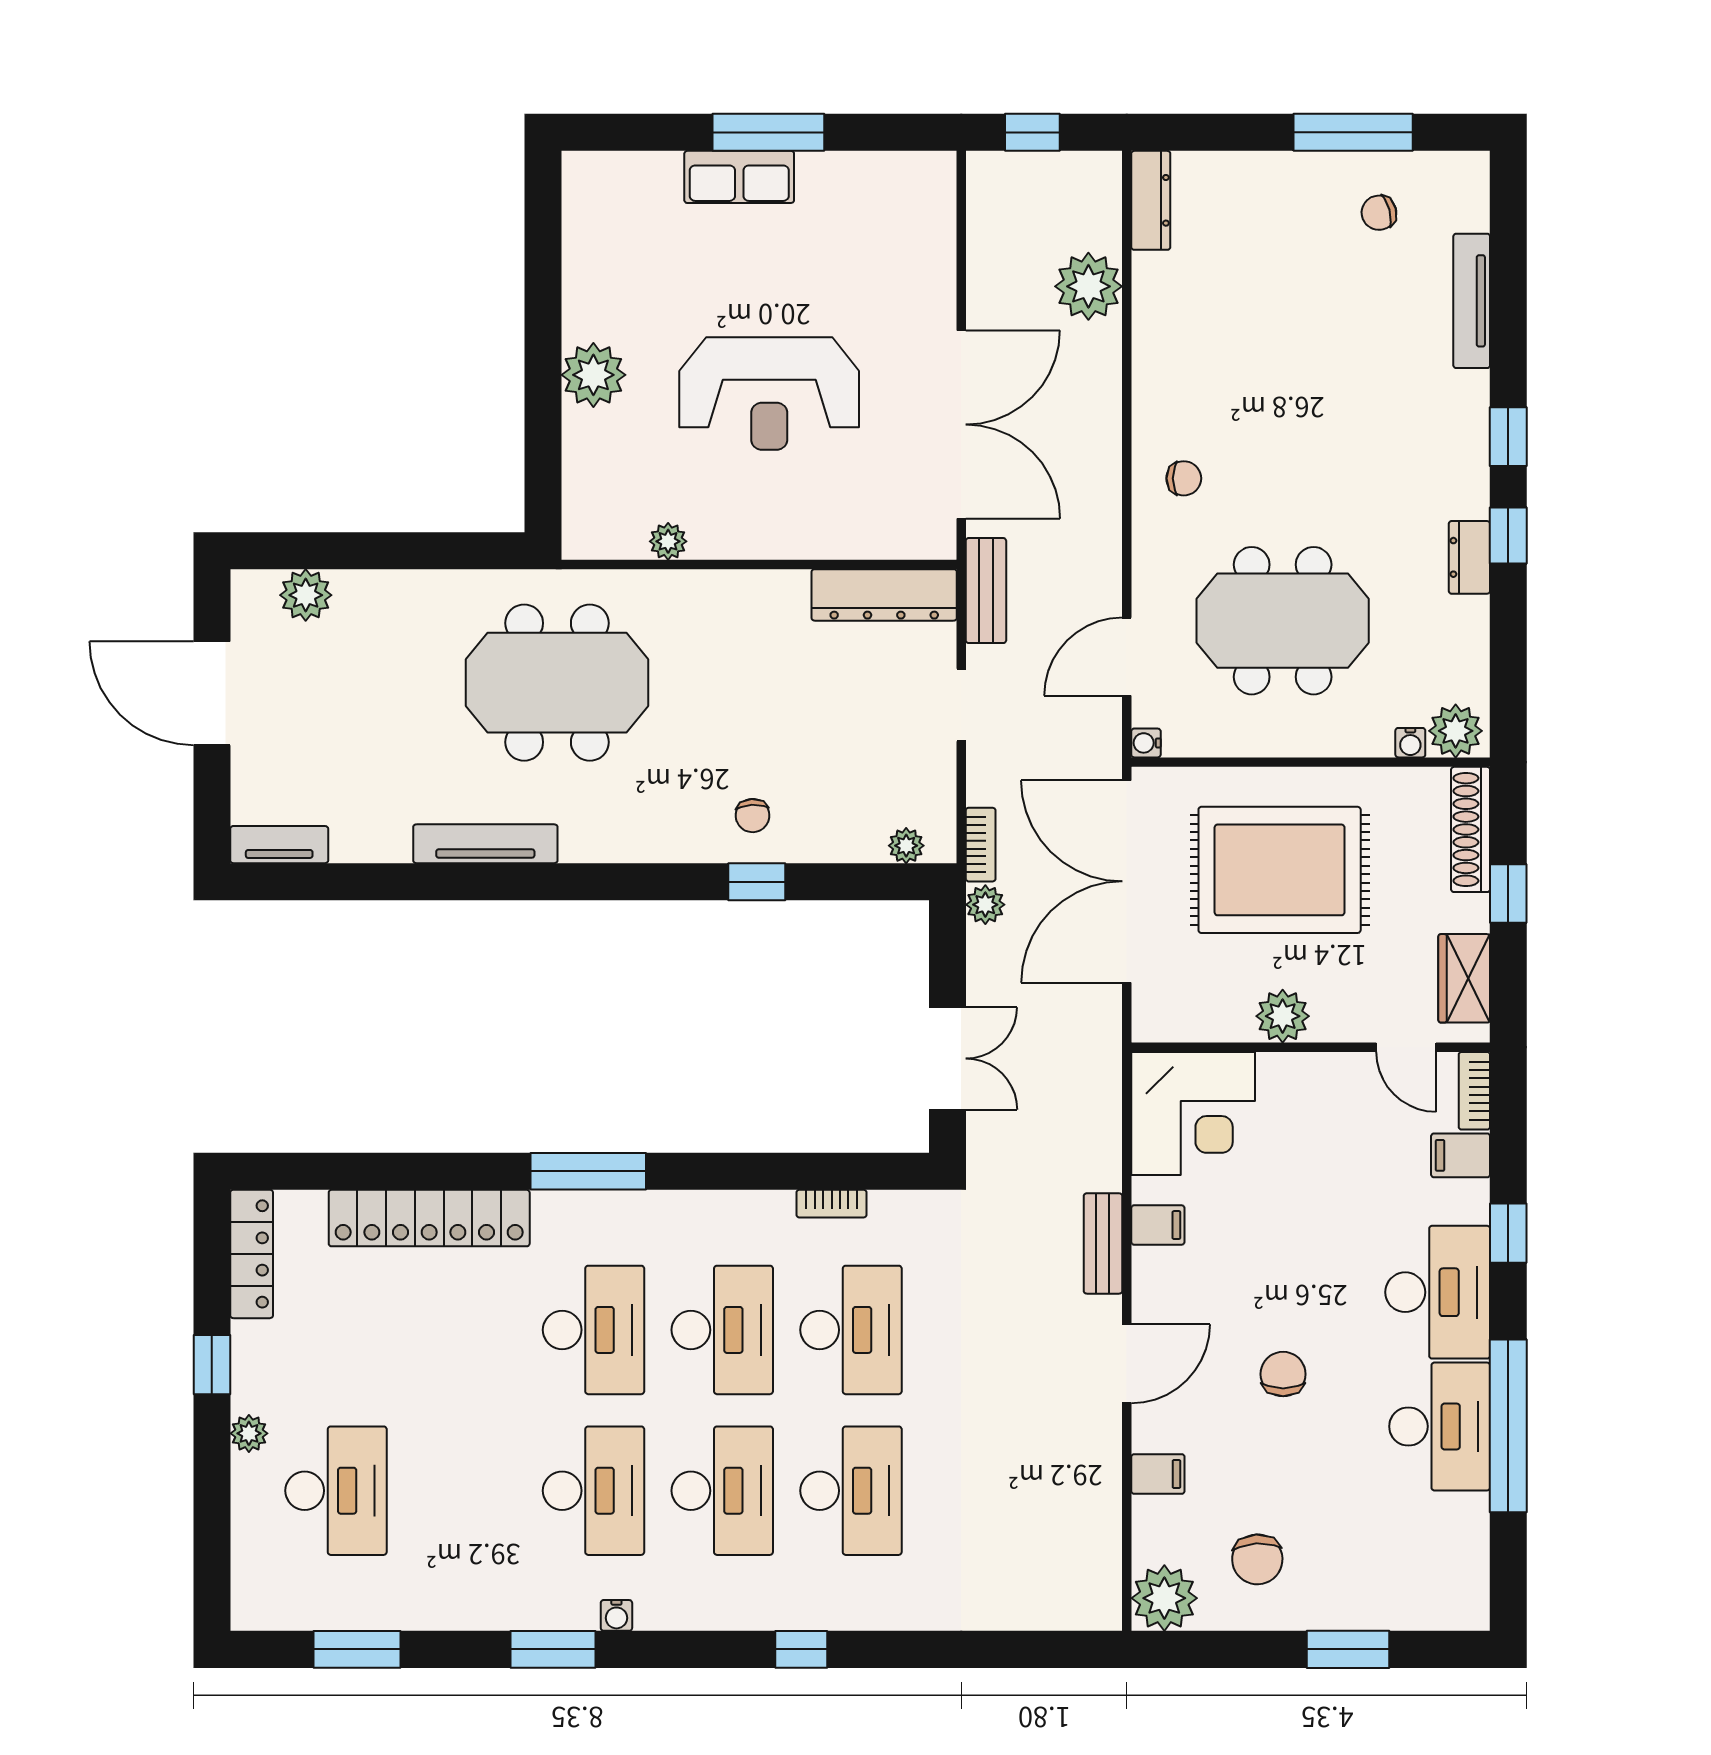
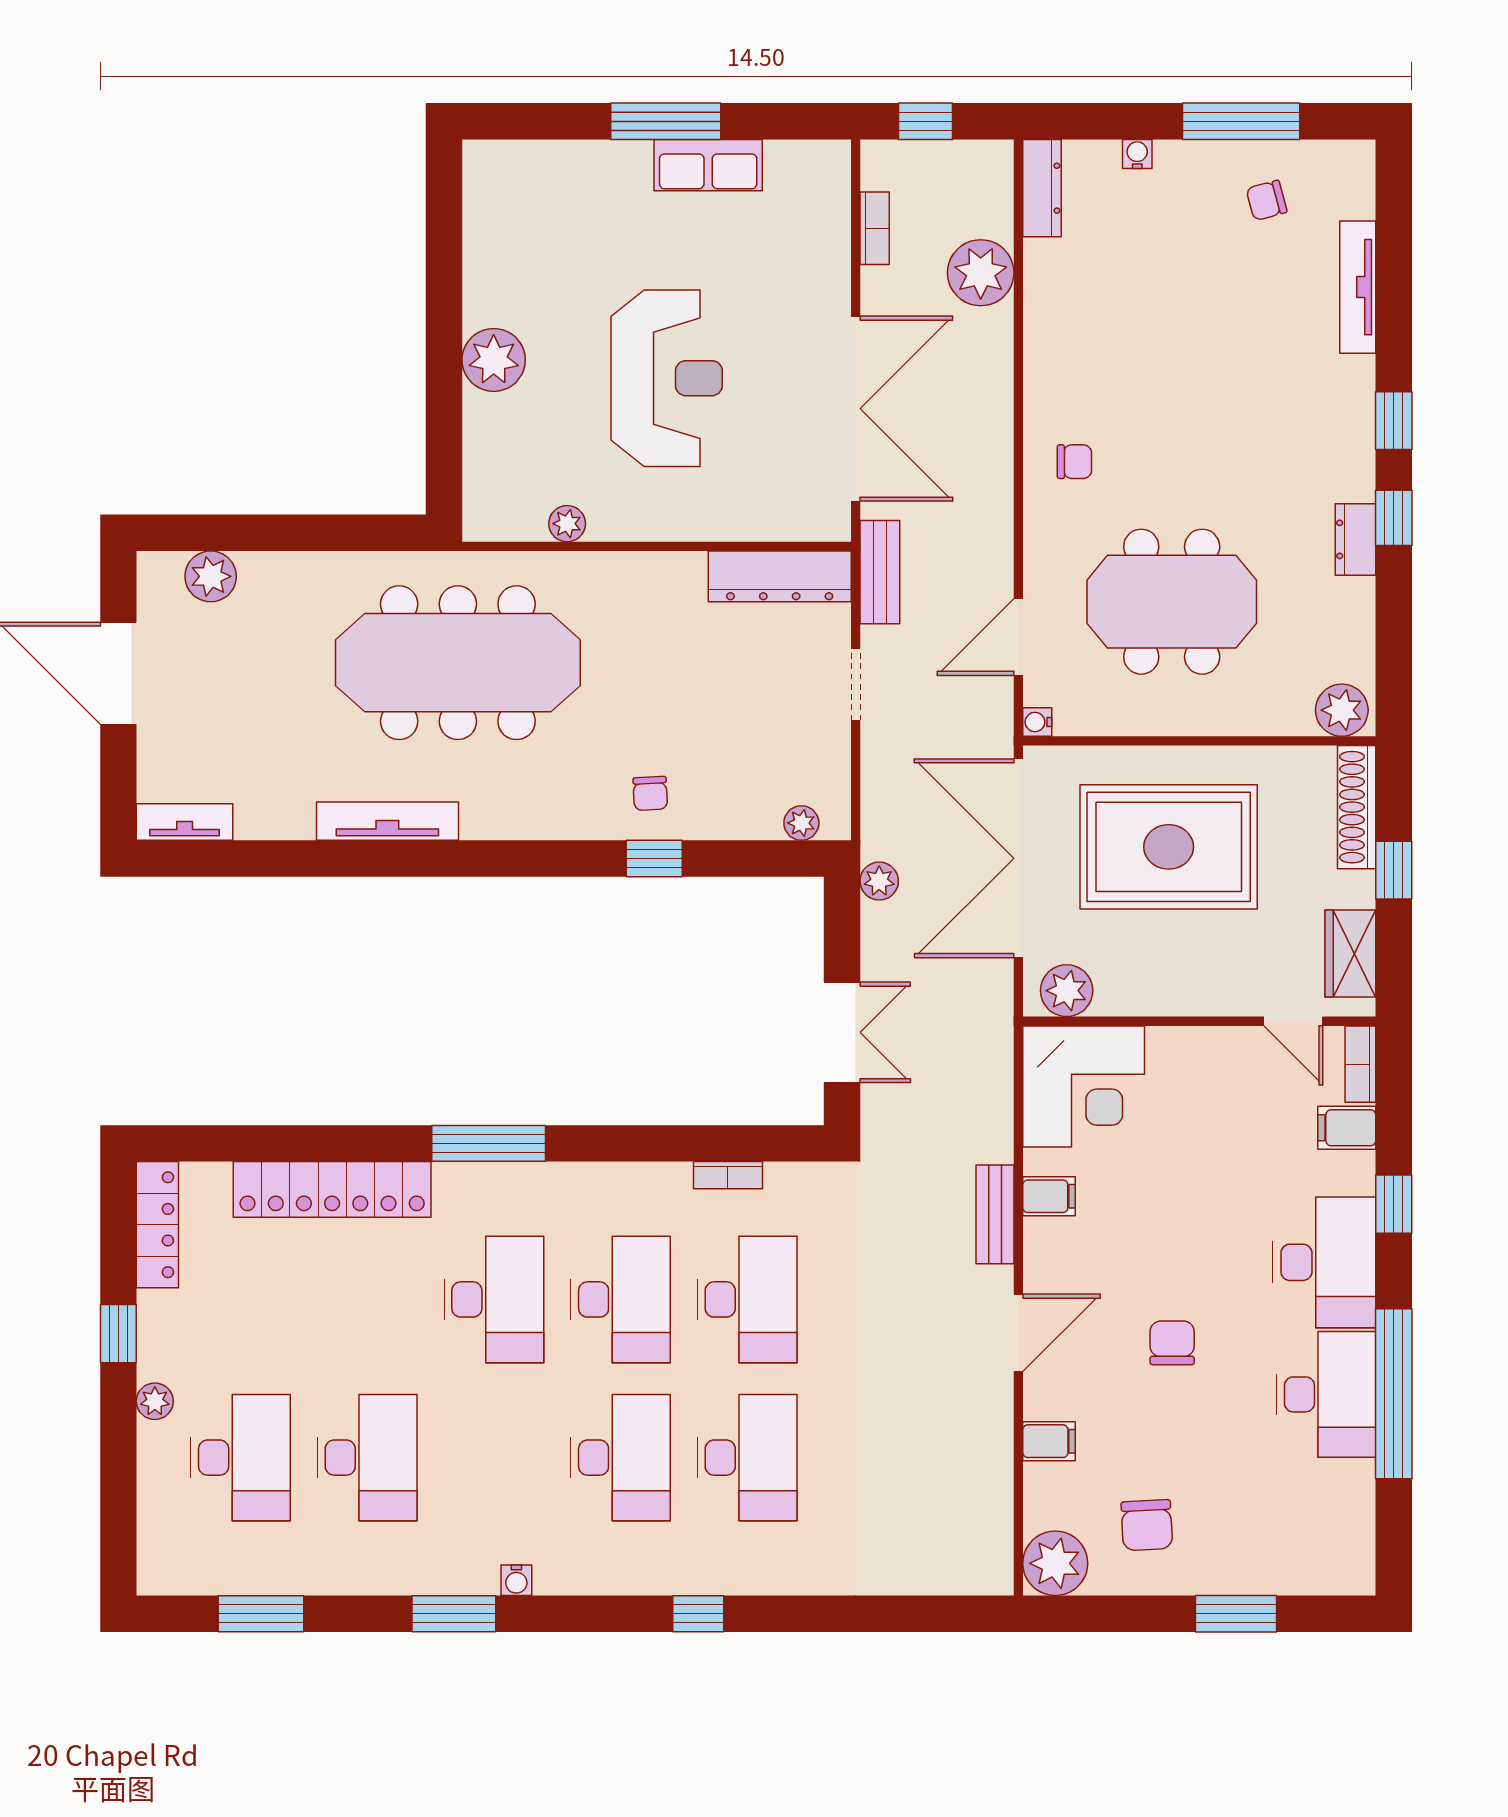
row of seats: (739, 177) -> (708, 165), moved
reception desk: (769, 394) -> (667, 378), turned -90
meeting table: (557, 683) -> (458, 663), width x1.36
water cooler: (1410, 743) -> (1137, 154), moved, turned 180
bookcase: (981, 845) -> (875, 228), moved
plant: (1283, 1016) -> (1067, 991), moved
desk: (594, 1491) -> (367, 1458), moved

